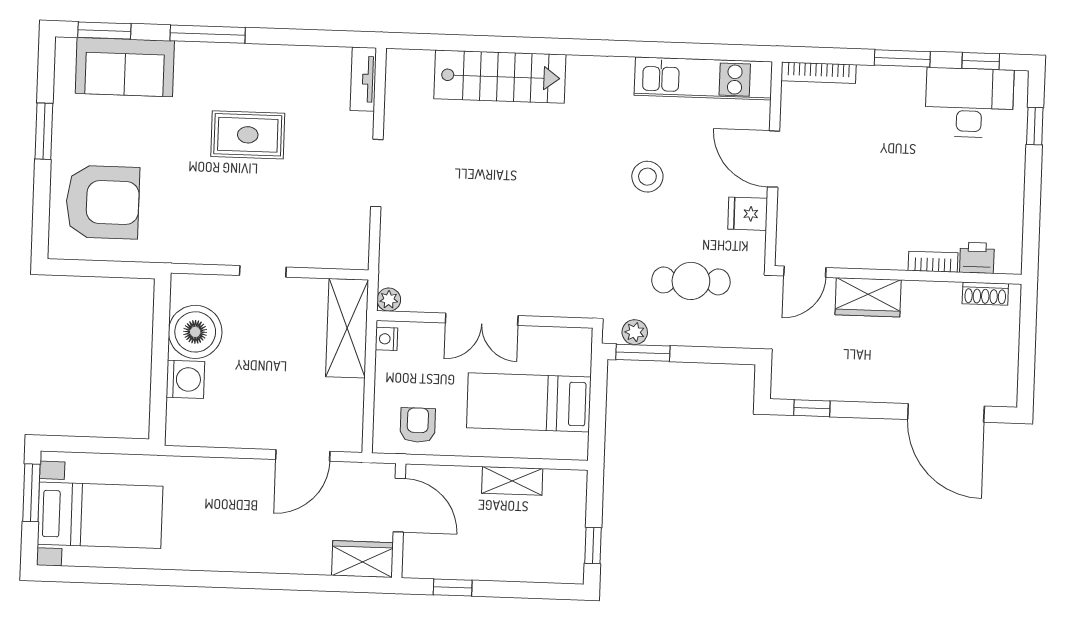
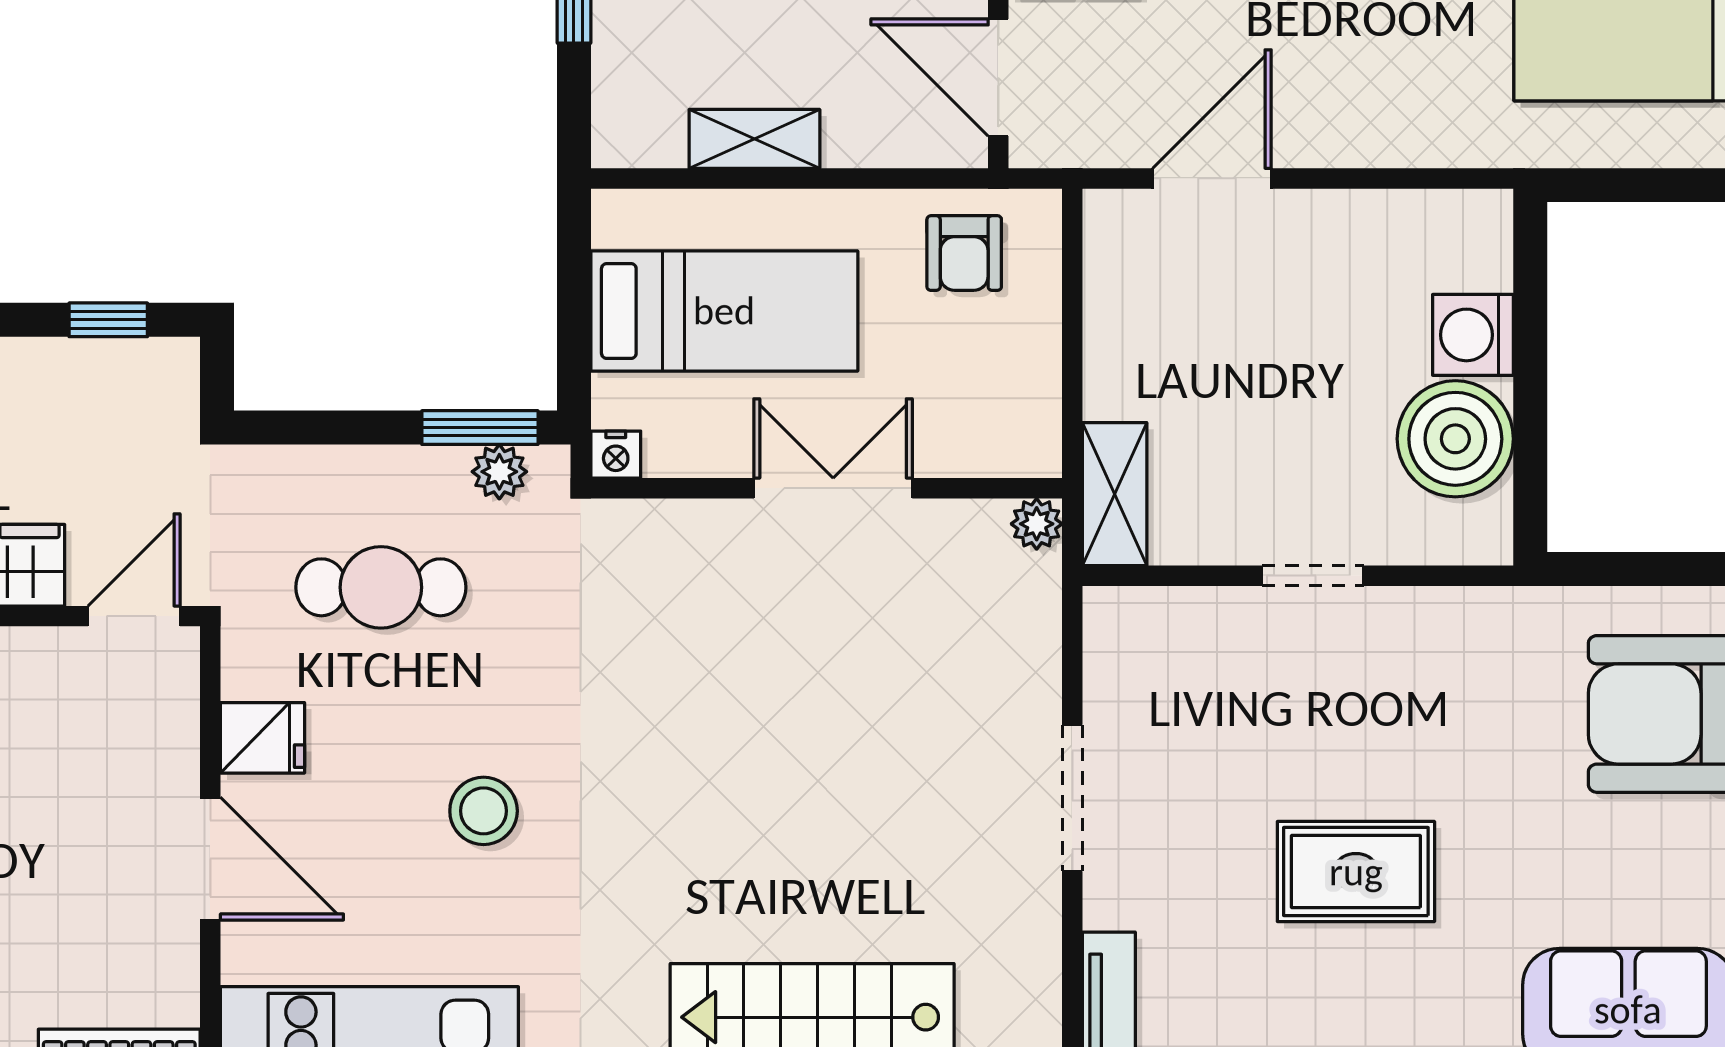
shelving: (347, 328) -> (1115, 494), width x0.67, depth x0.75
nightstand: (386, 339) -> (616, 455), moved, turned 90

